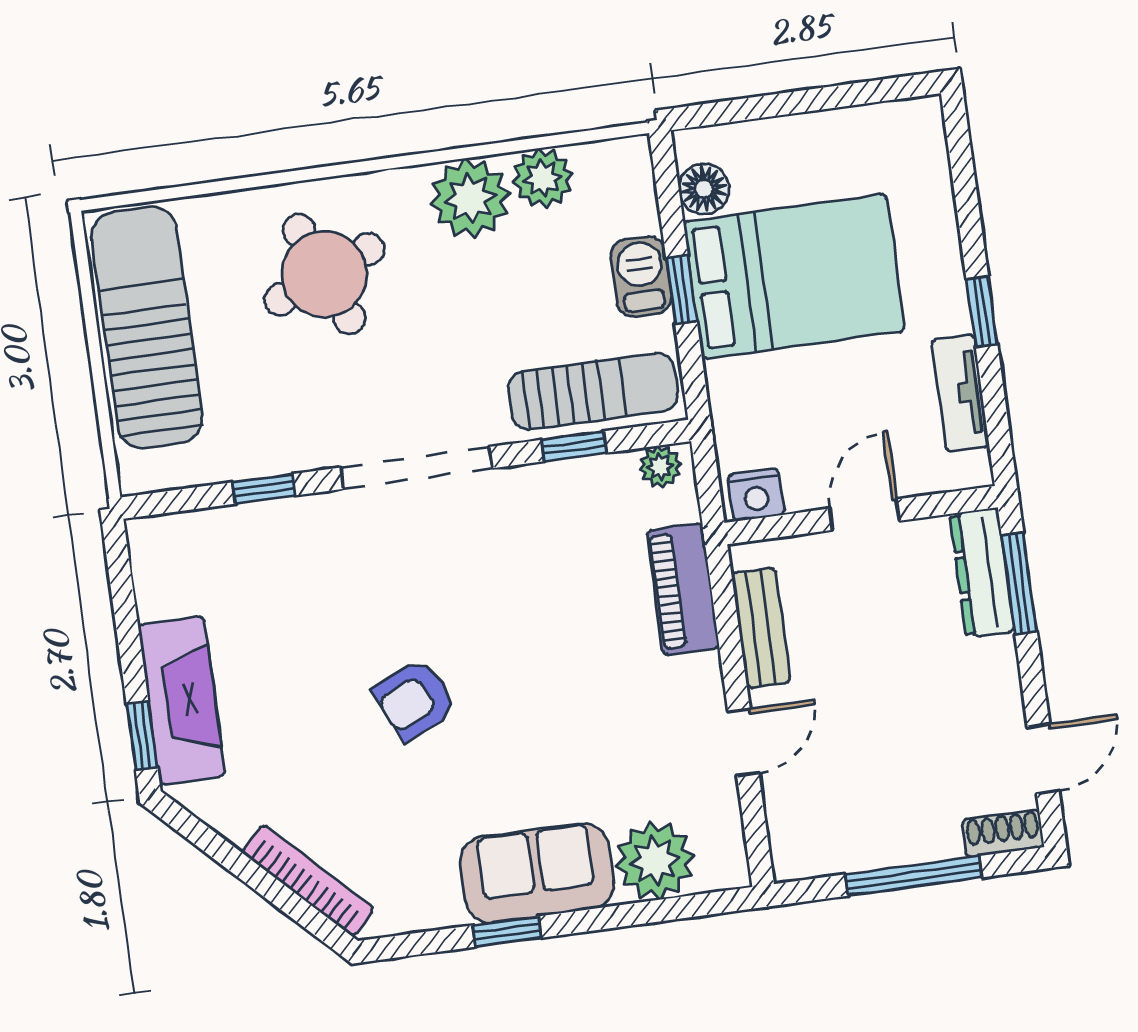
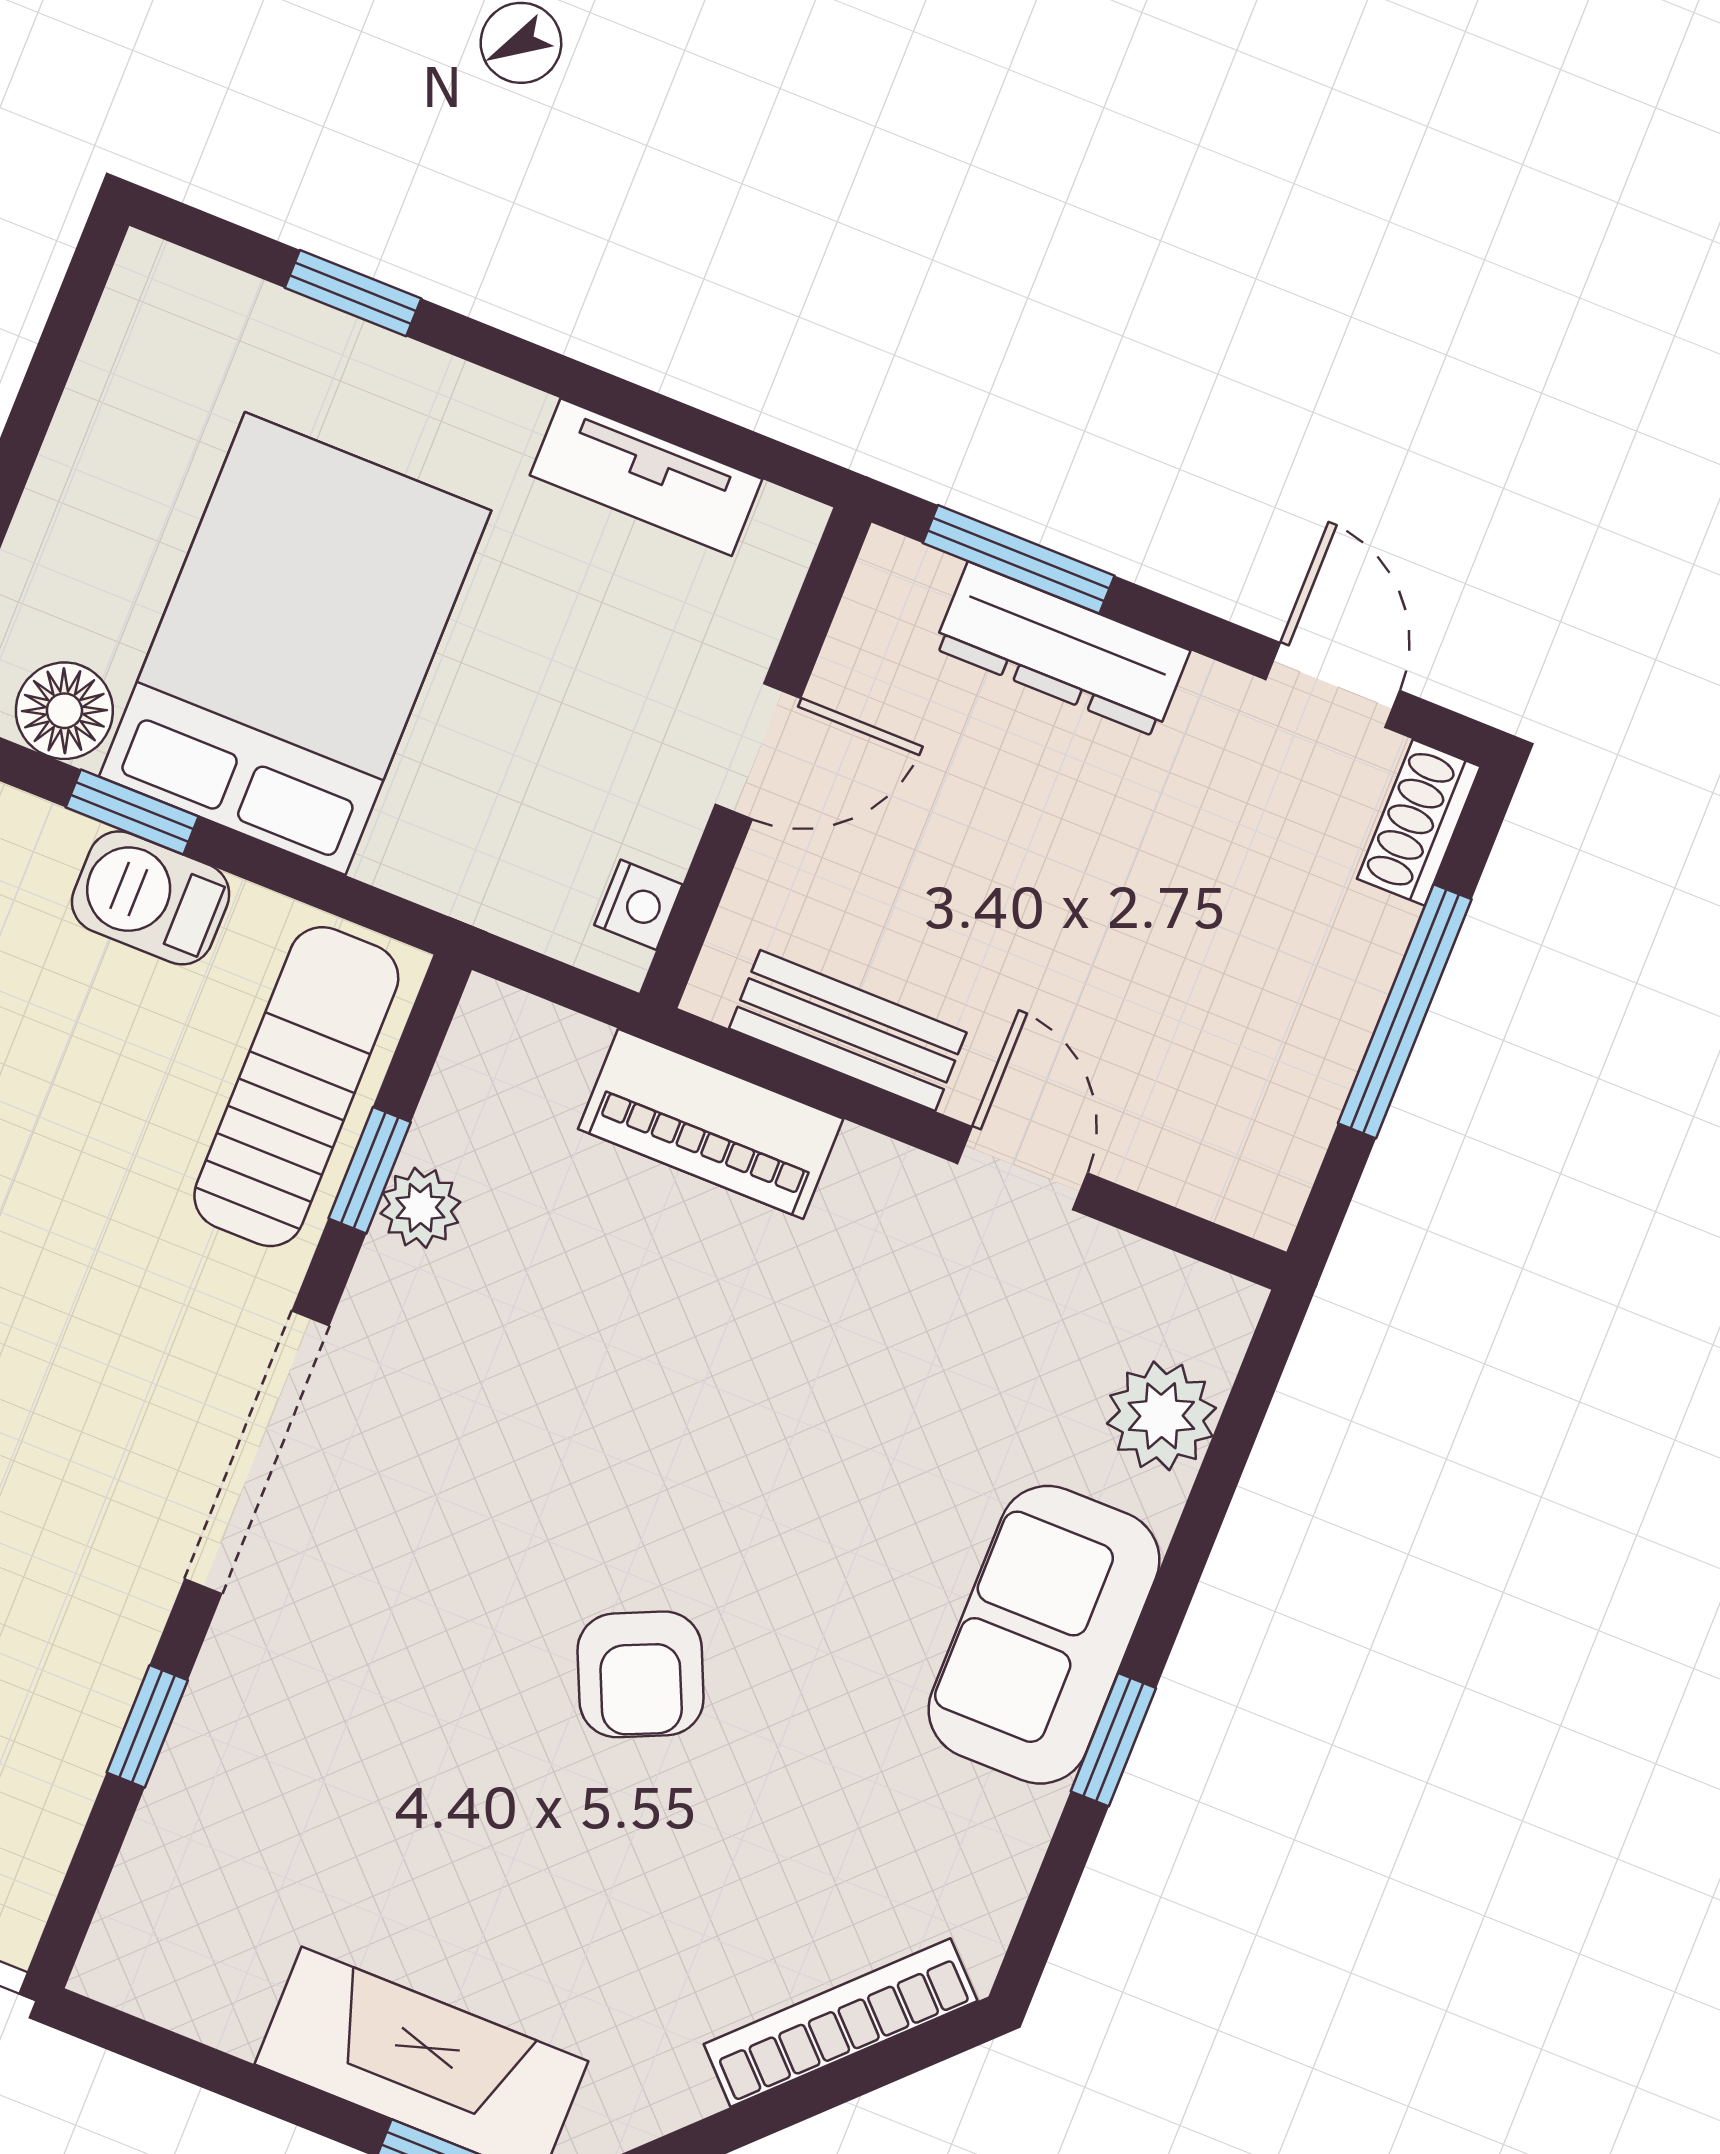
window: (681, 290) -> (132, 812), moved
window: (982, 312) -> (353, 293), moved
plant: (660, 467) -> (420, 1208), moved
nightstand: (756, 495) -> (638, 905), width x0.72, depth x0.74
door: (865, 515) -> (758, 751), swing flipped
dresser: (982, 573) -> (1062, 649), moved
plant: (655, 861) -> (1161, 1416), width x0.73, depth x0.73

